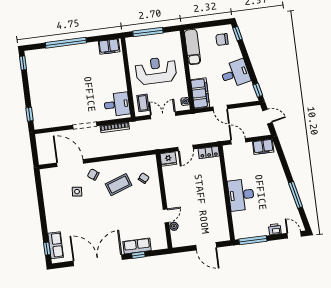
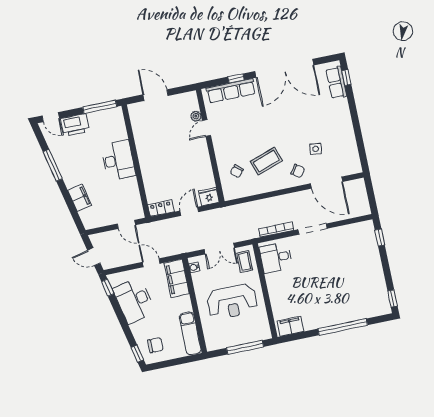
desk: (235, 74) -> (134, 300), width x1.37
filing cabinet: (263, 147) -> (80, 198), moved, turned 78
printer: (275, 229) -> (75, 125), width x1.87, depth x1.48
row of seats: (137, 246) -> (231, 91), width x1.48

